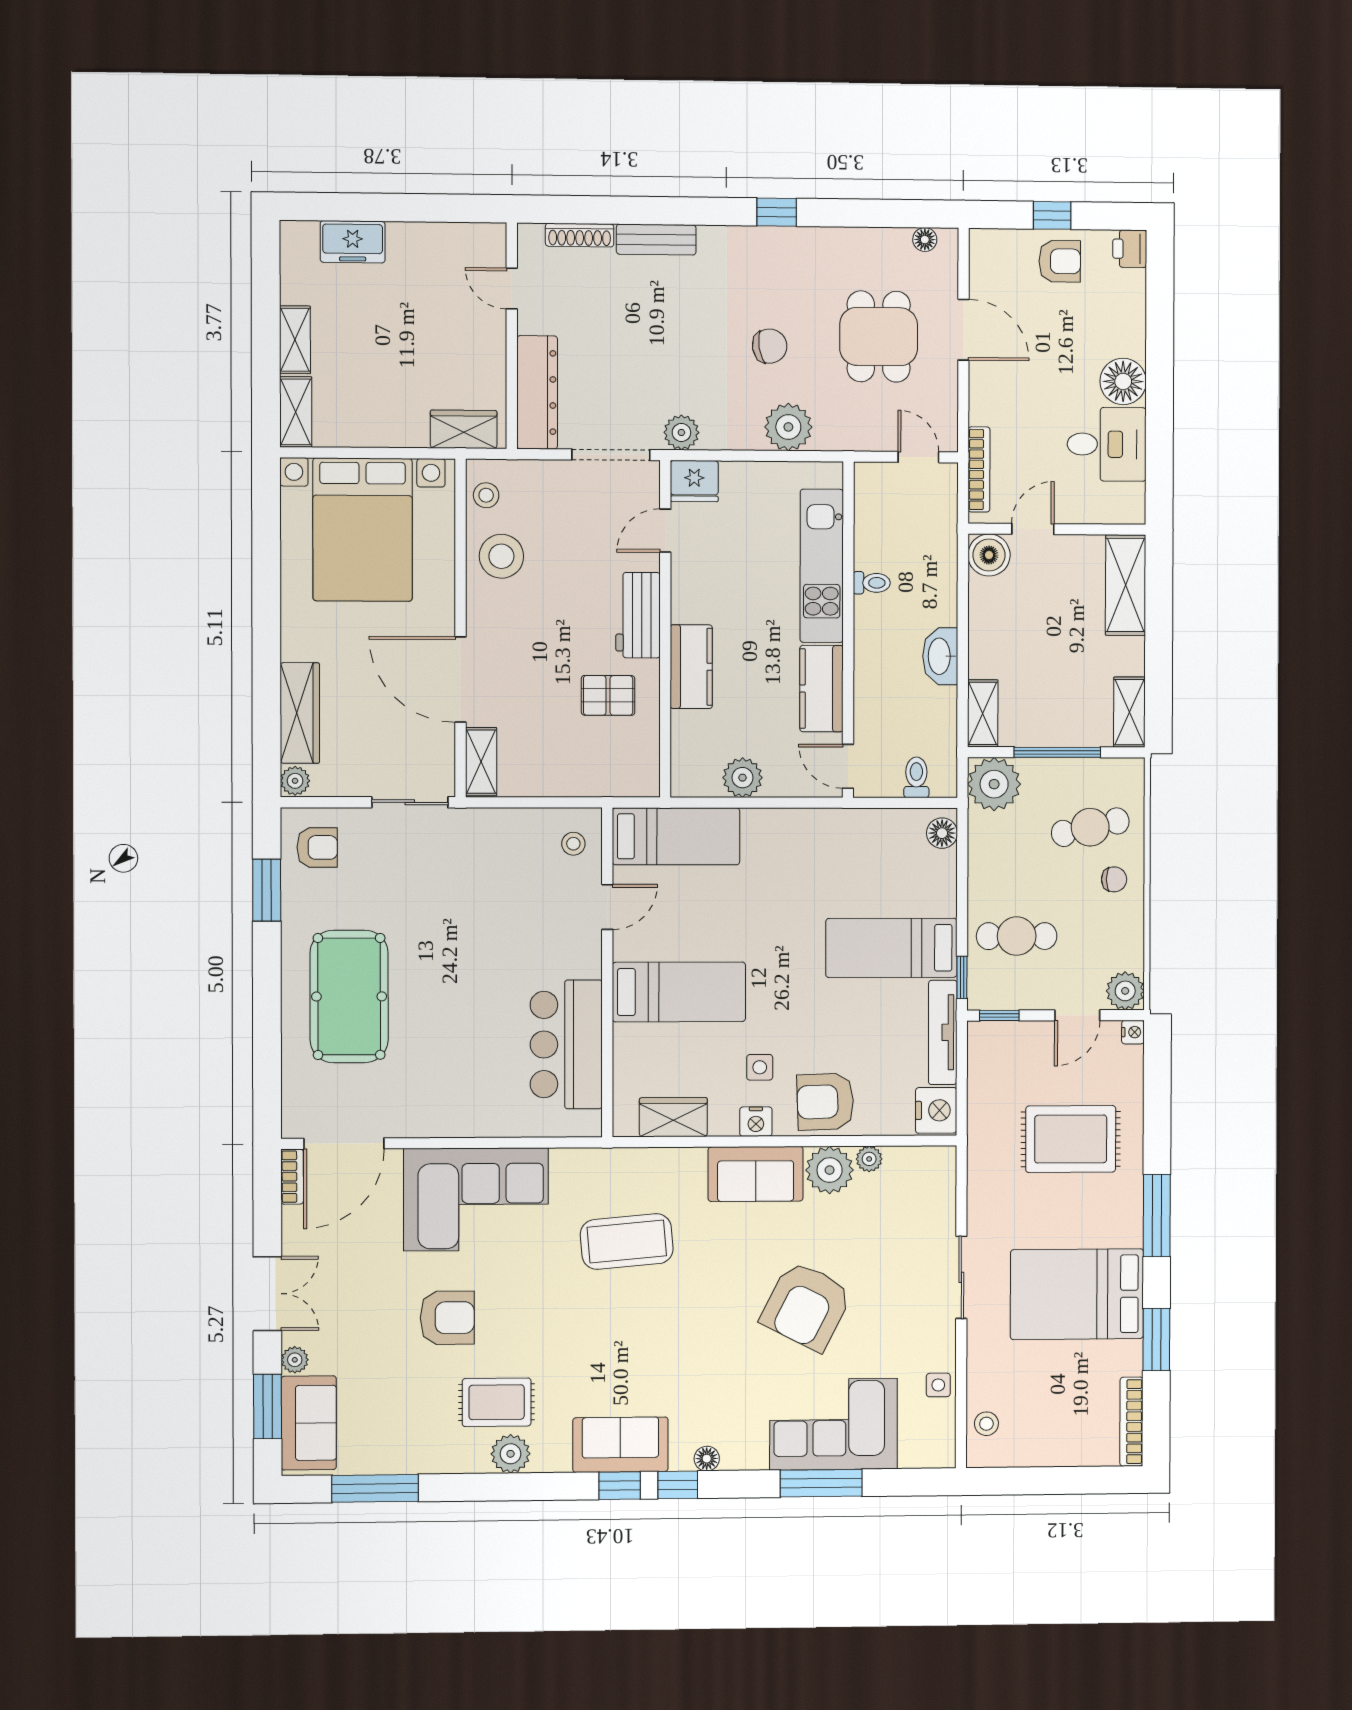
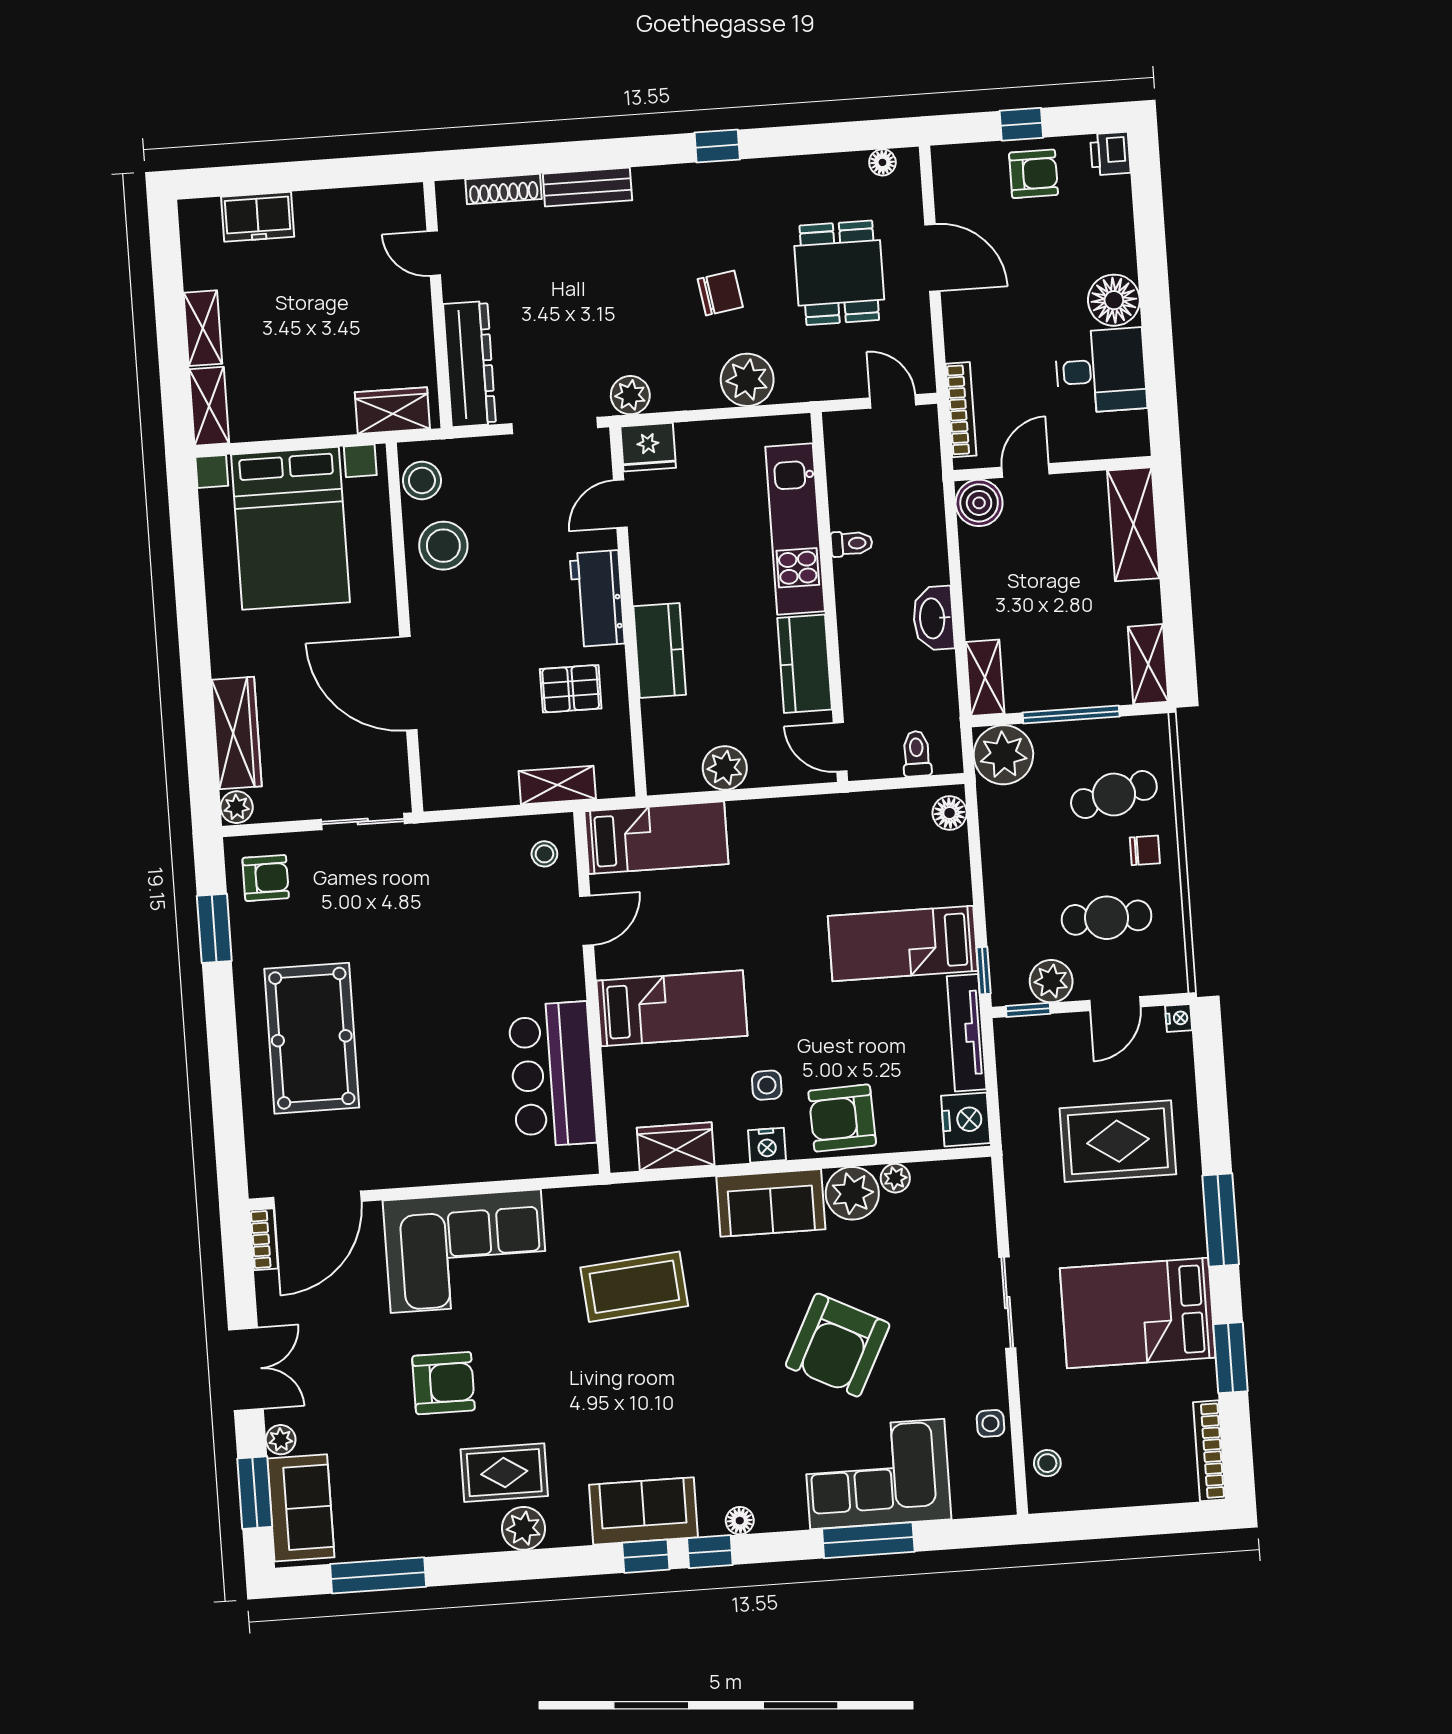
stool: (486, 495) -> (422, 480), width x1.37, depth x1.37
shelving: (481, 762) -> (557, 785), moved, turned 90
cafe table: (1017, 936) -> (1107, 918), moved
plant: (1125, 991) -> (1051, 981), moved

